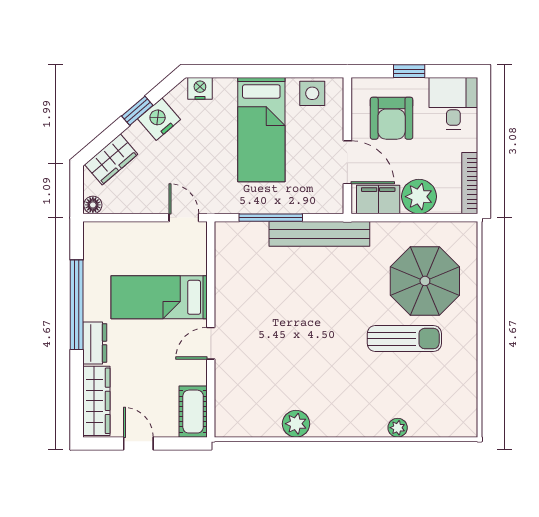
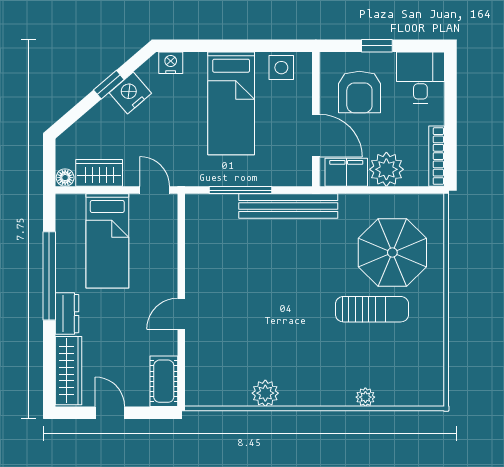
wardrobe: (111, 159) -> (99, 173), moved, turned -139
bed: (159, 297) -> (107, 241), moved, turned -90

